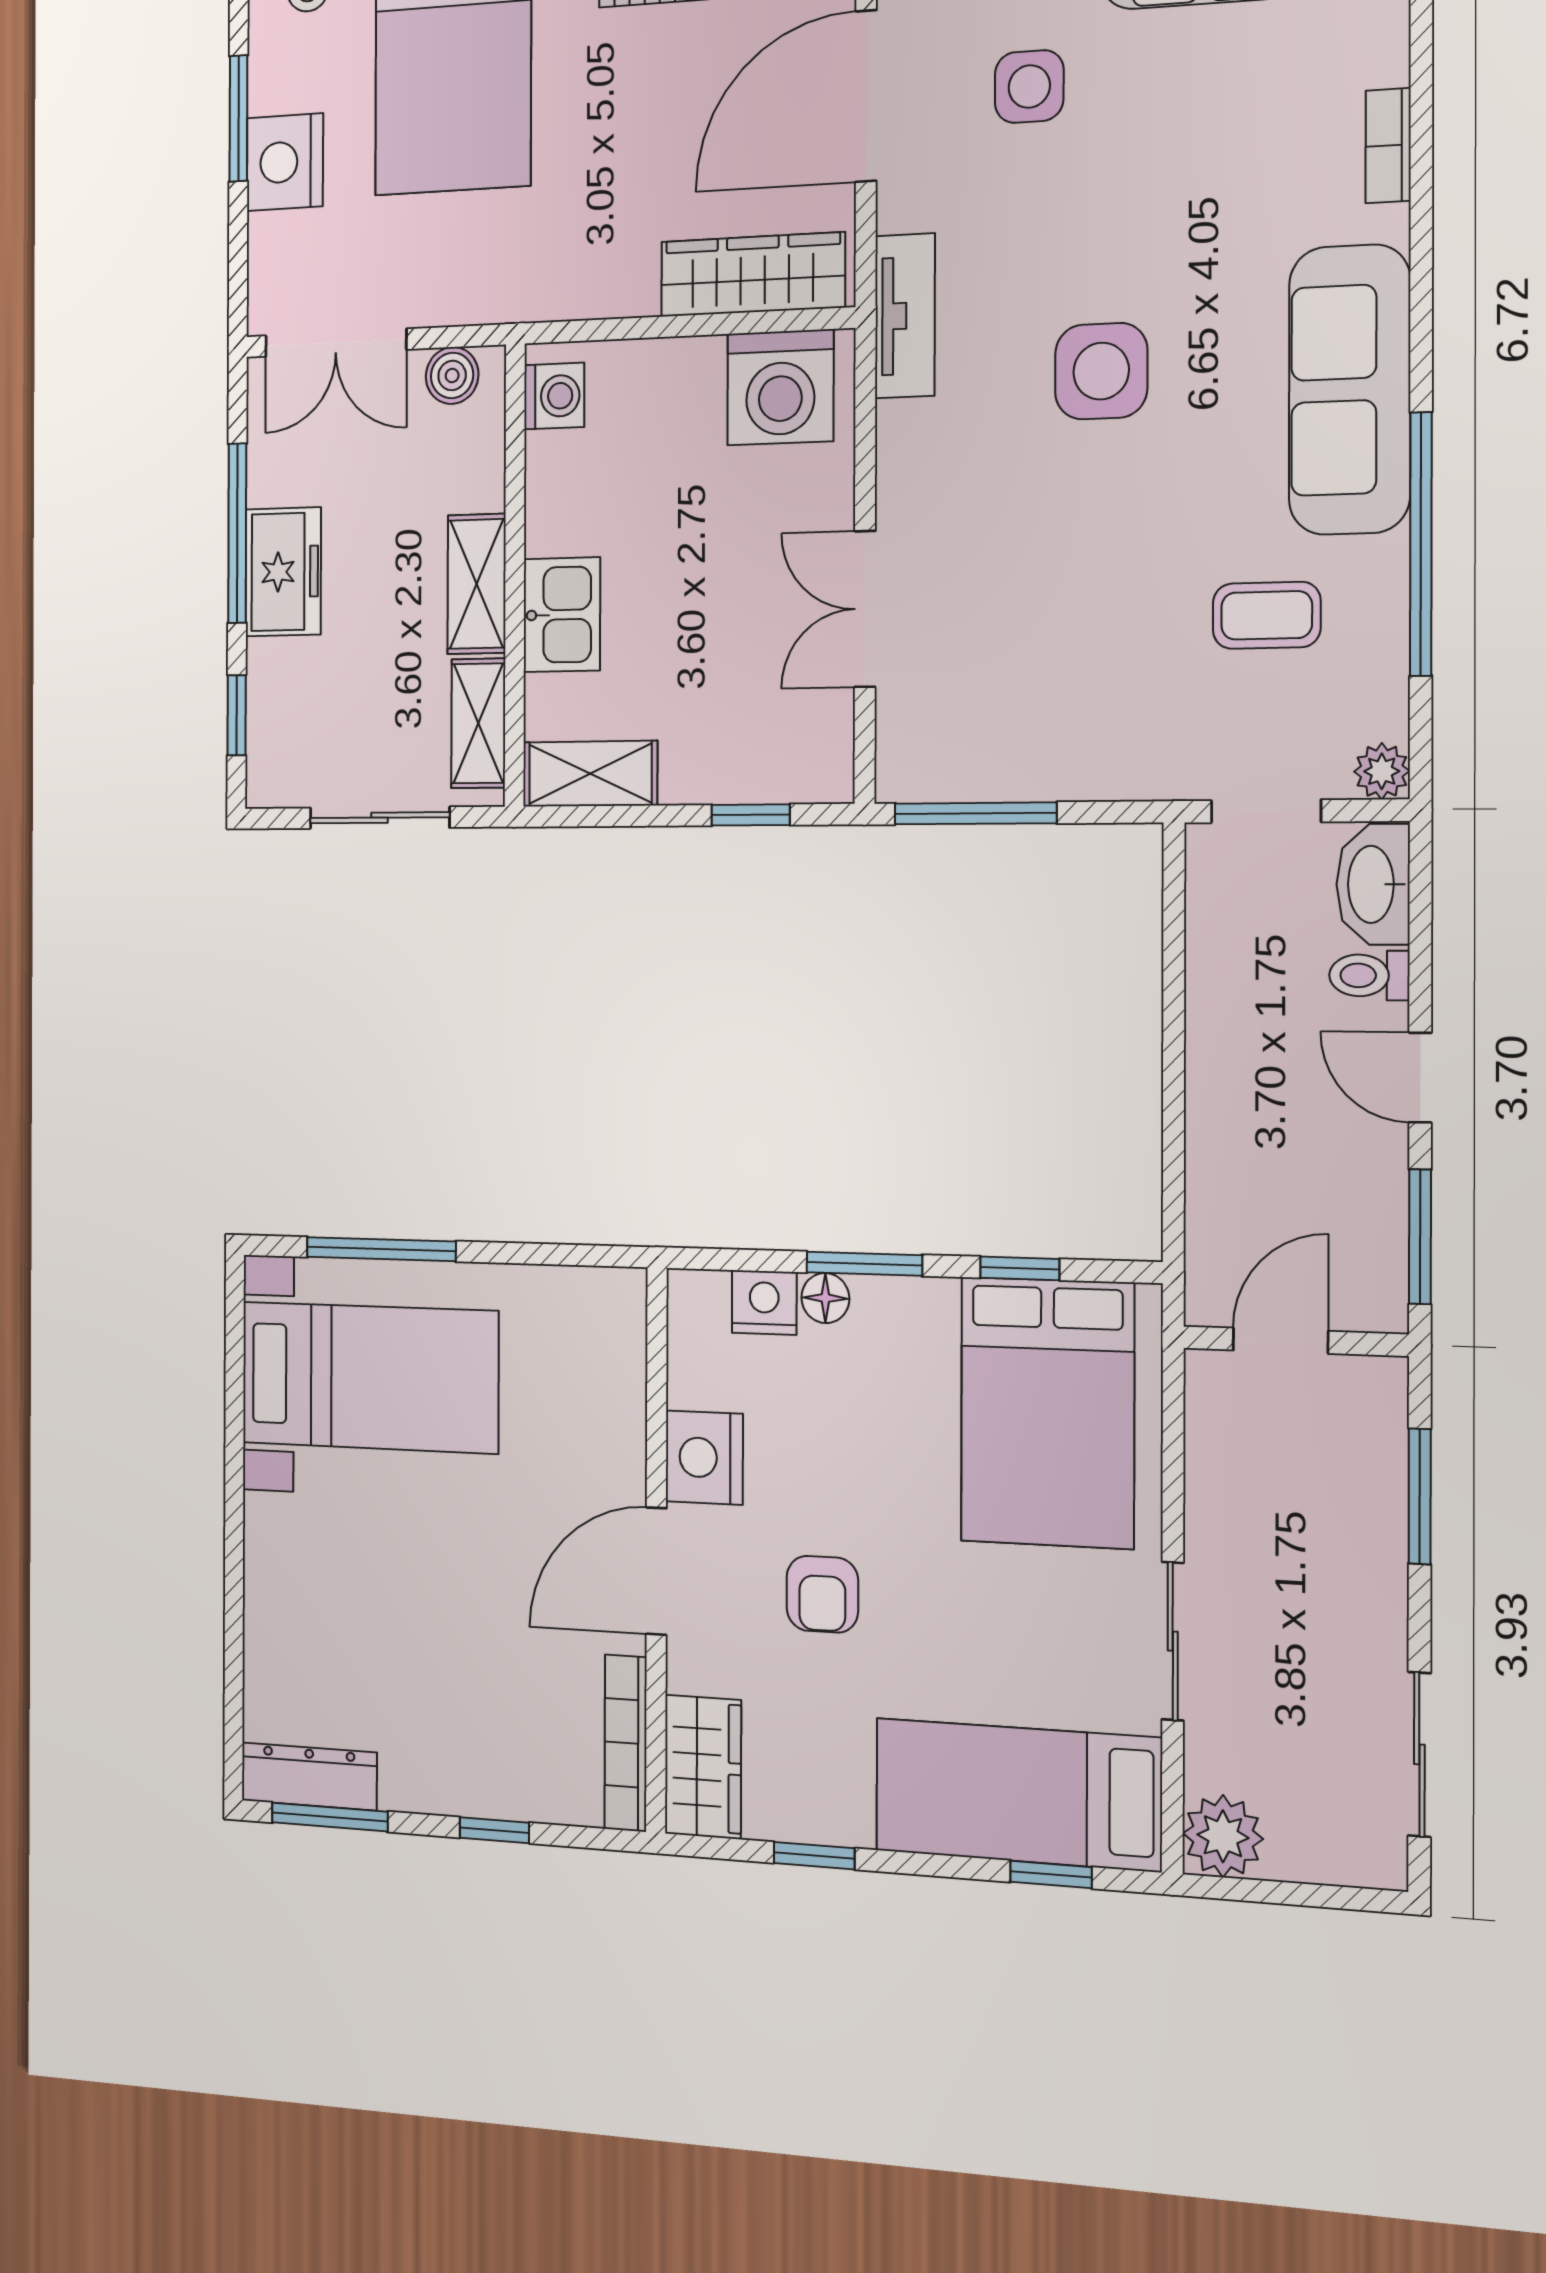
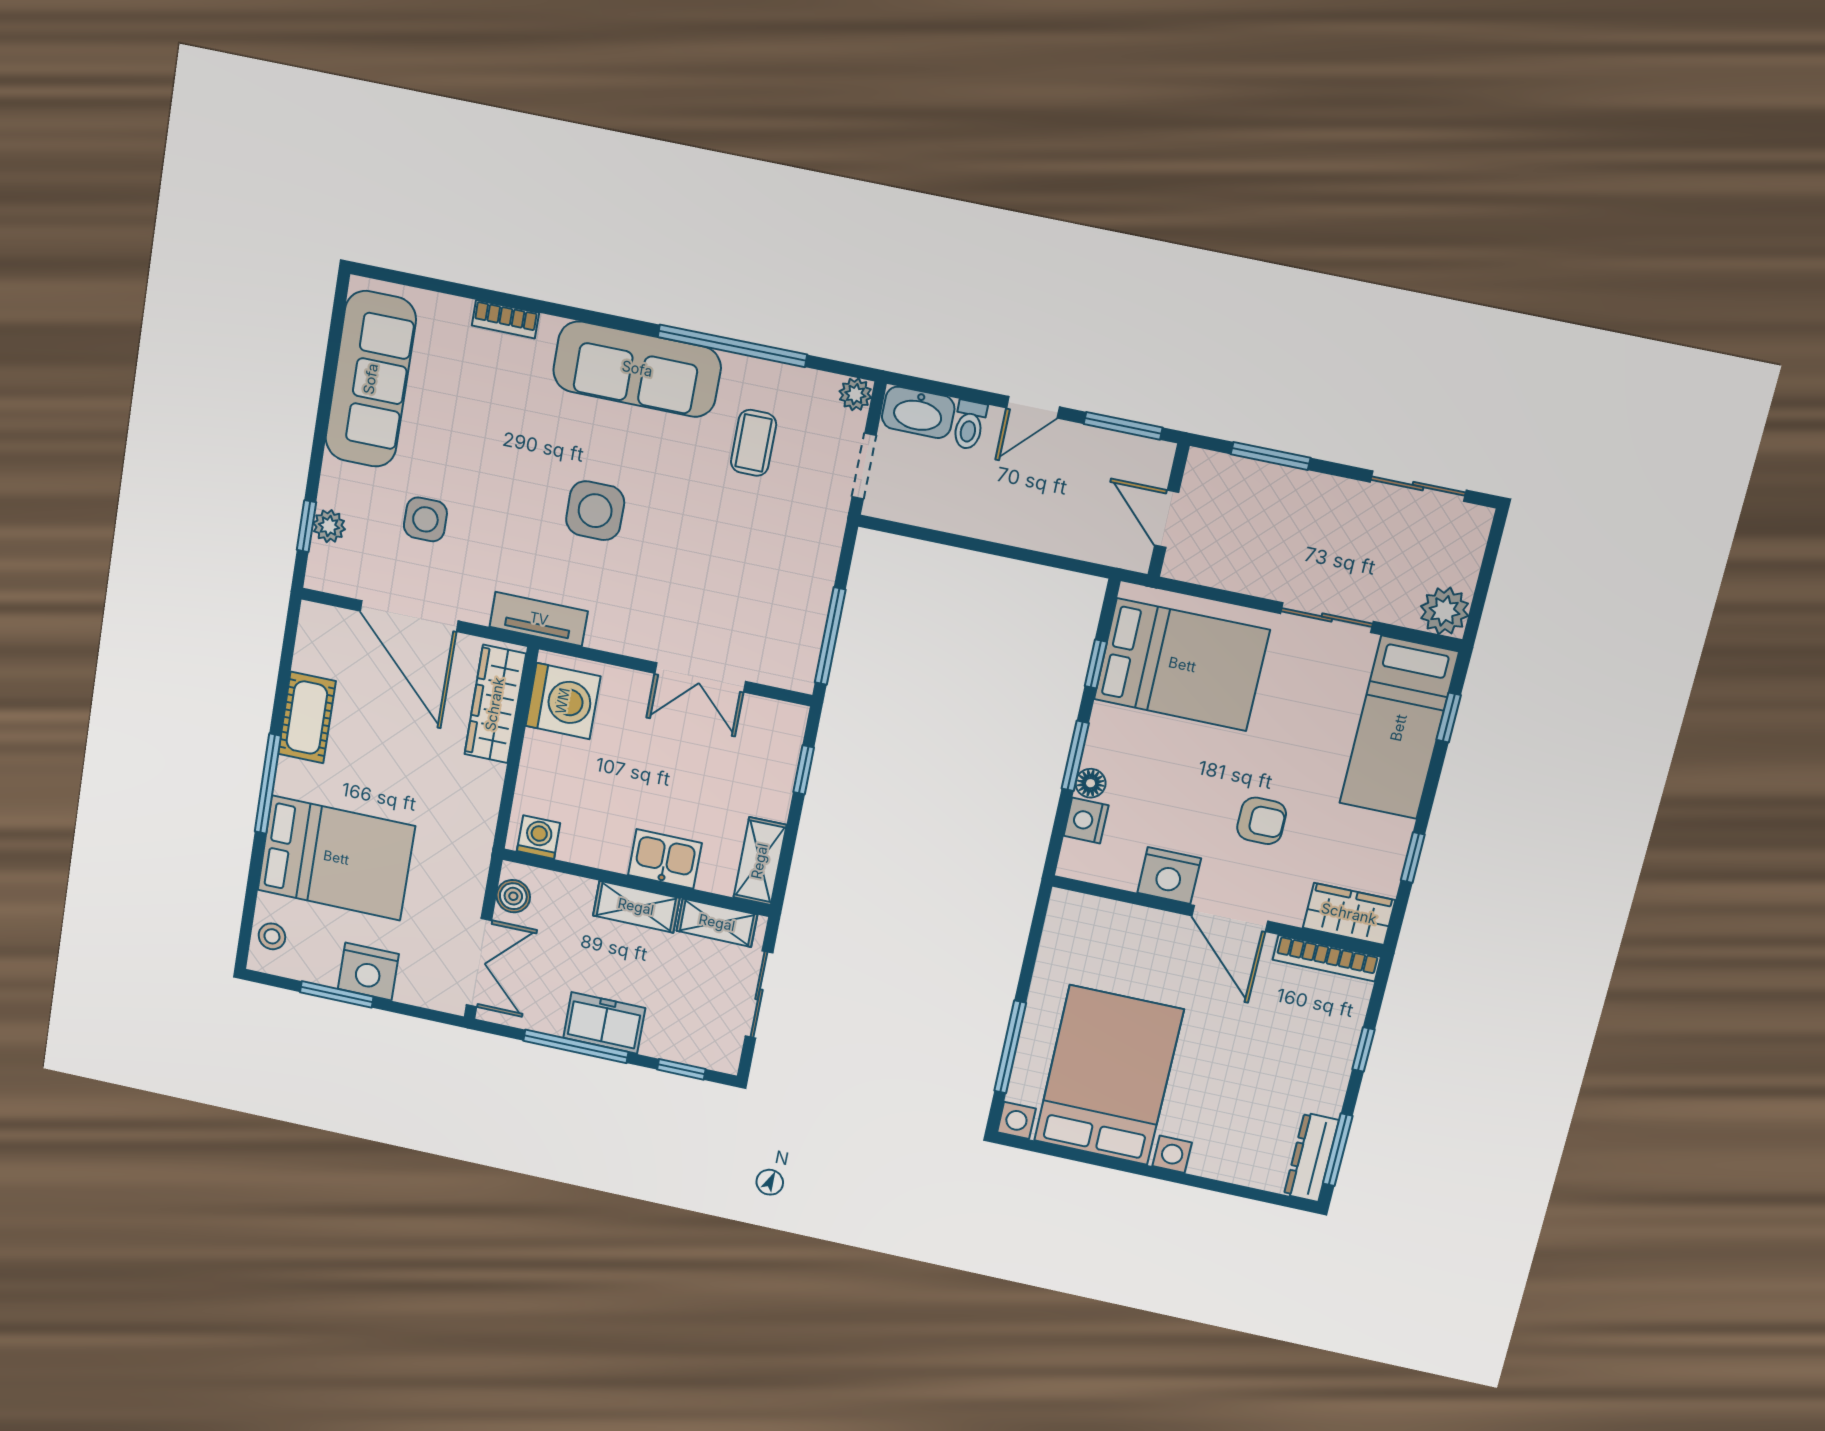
bed with nightstands: (370, 1377) -> (1109, 1075), width x1.36

